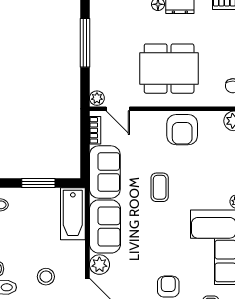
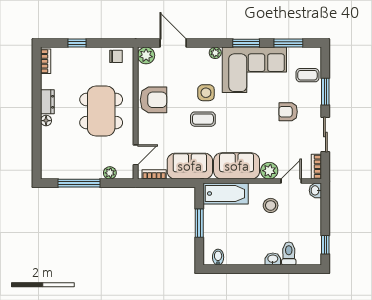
plant: (97, 98) -> (110, 173), moved
side table: (190, 191) -> (206, 93), added
stool: (46, 277) -> (271, 205), moved

